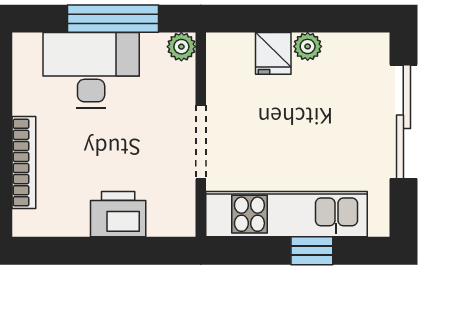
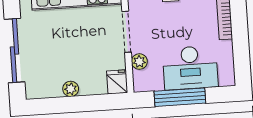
plant: (181, 47) -> (139, 62), moved
fridge: (273, 53) -> (117, 82), moved

